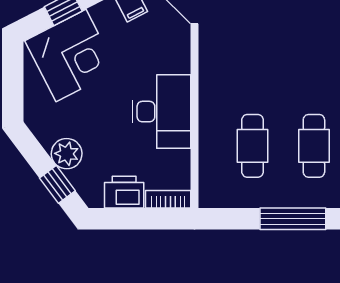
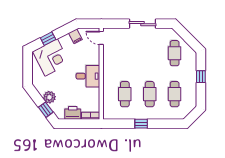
desk: (162, 112) -> (88, 76), width x0.73
window: (293, 219) -> (141, 124), width x0.46

